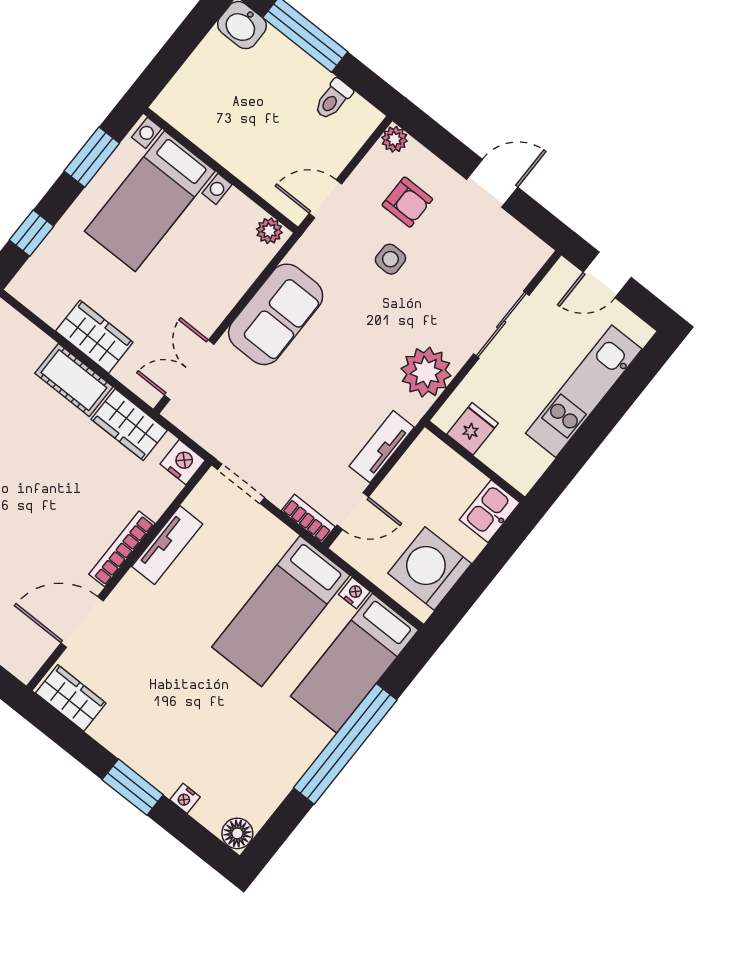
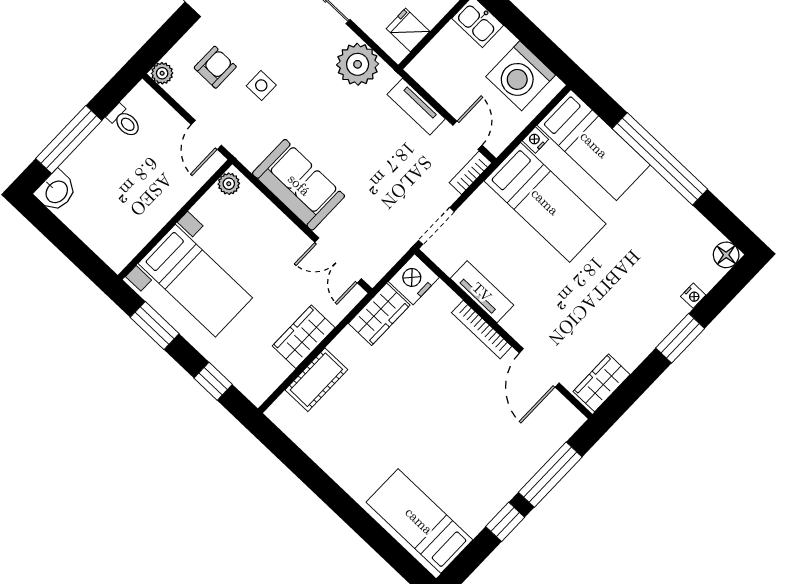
cot: (74, 380) -> (316, 380), moved
nightstand: (183, 462) -> (414, 279), width x1.36, depth x1.33

